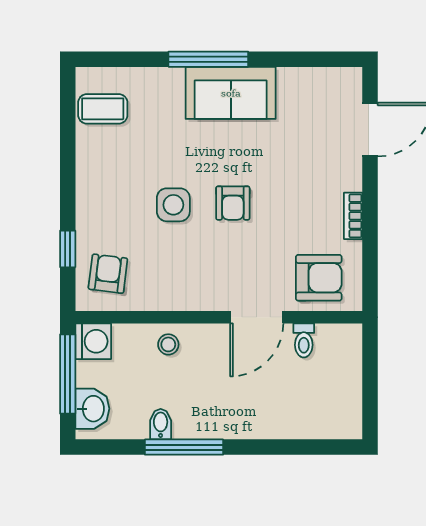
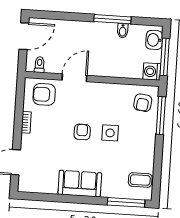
window: (208, 59) -> (126, 202), moved
window: (68, 249) -> (161, 115), width x2.17
toilet: (304, 340) -> (39, 65), moved
stool: (168, 344) -> (117, 68), removed
door: (370, 399) -> (24, 36), added

